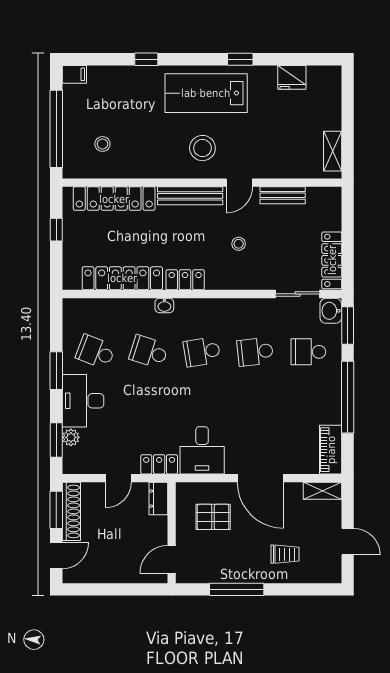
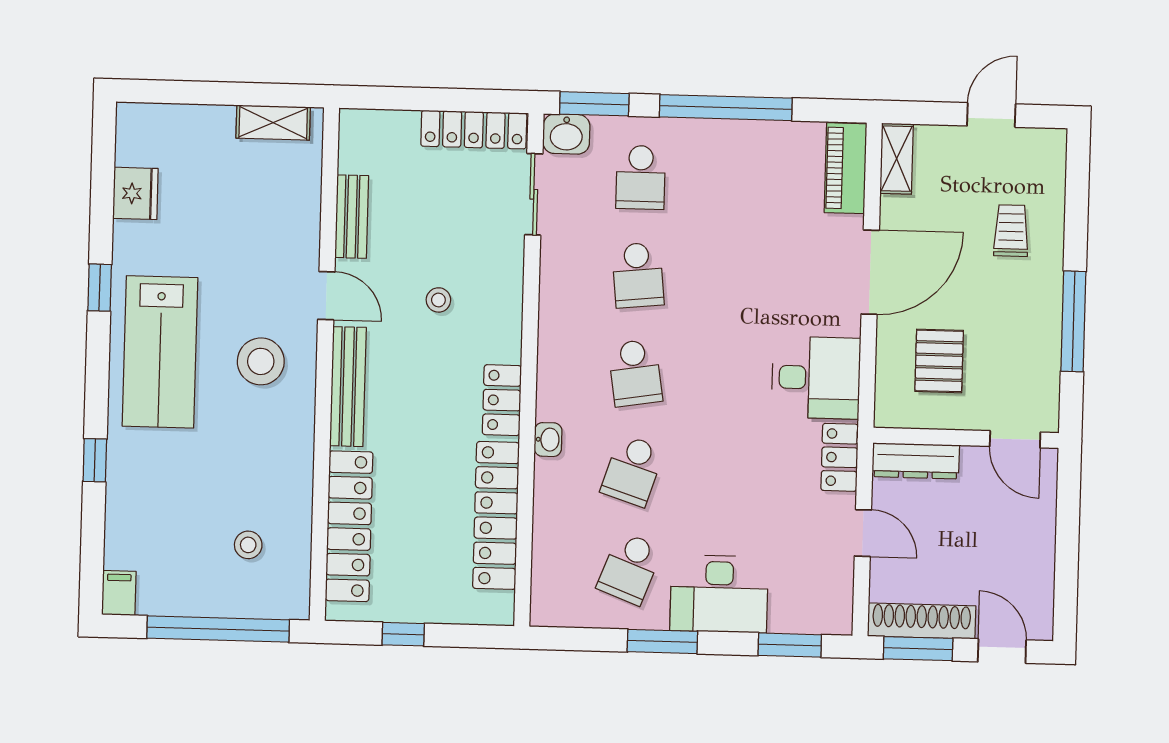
plant: (71, 437) -> (786, 618), removed
piano: (331, 450) -> (845, 168), moved, turned 90
dresser: (158, 499) -> (916, 461), width x1.44

